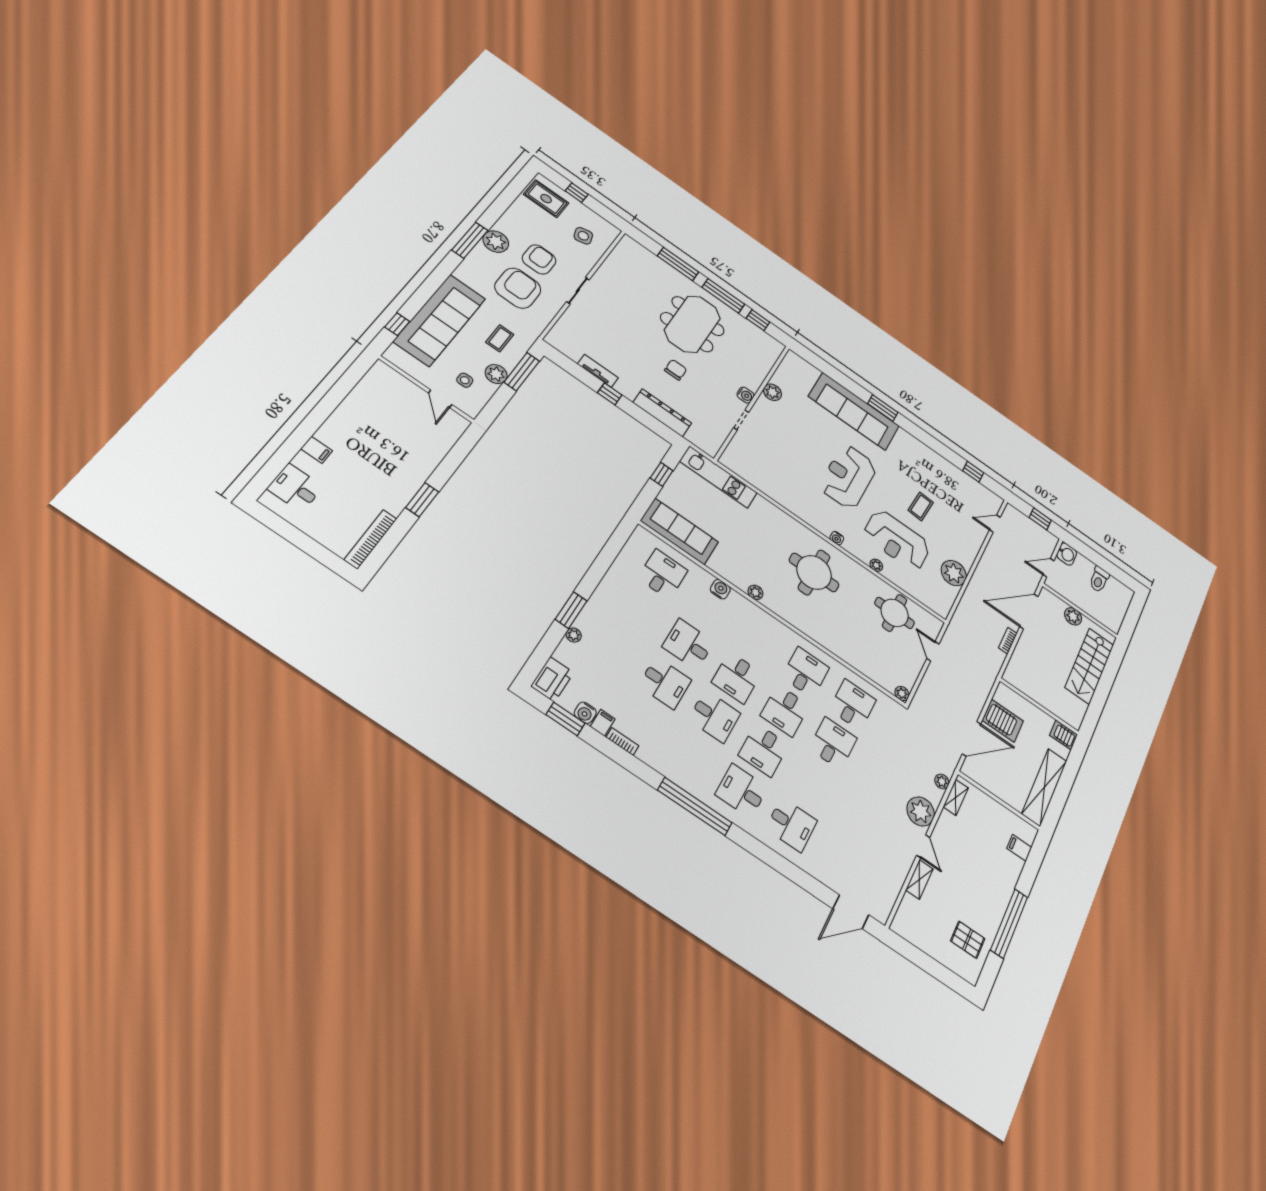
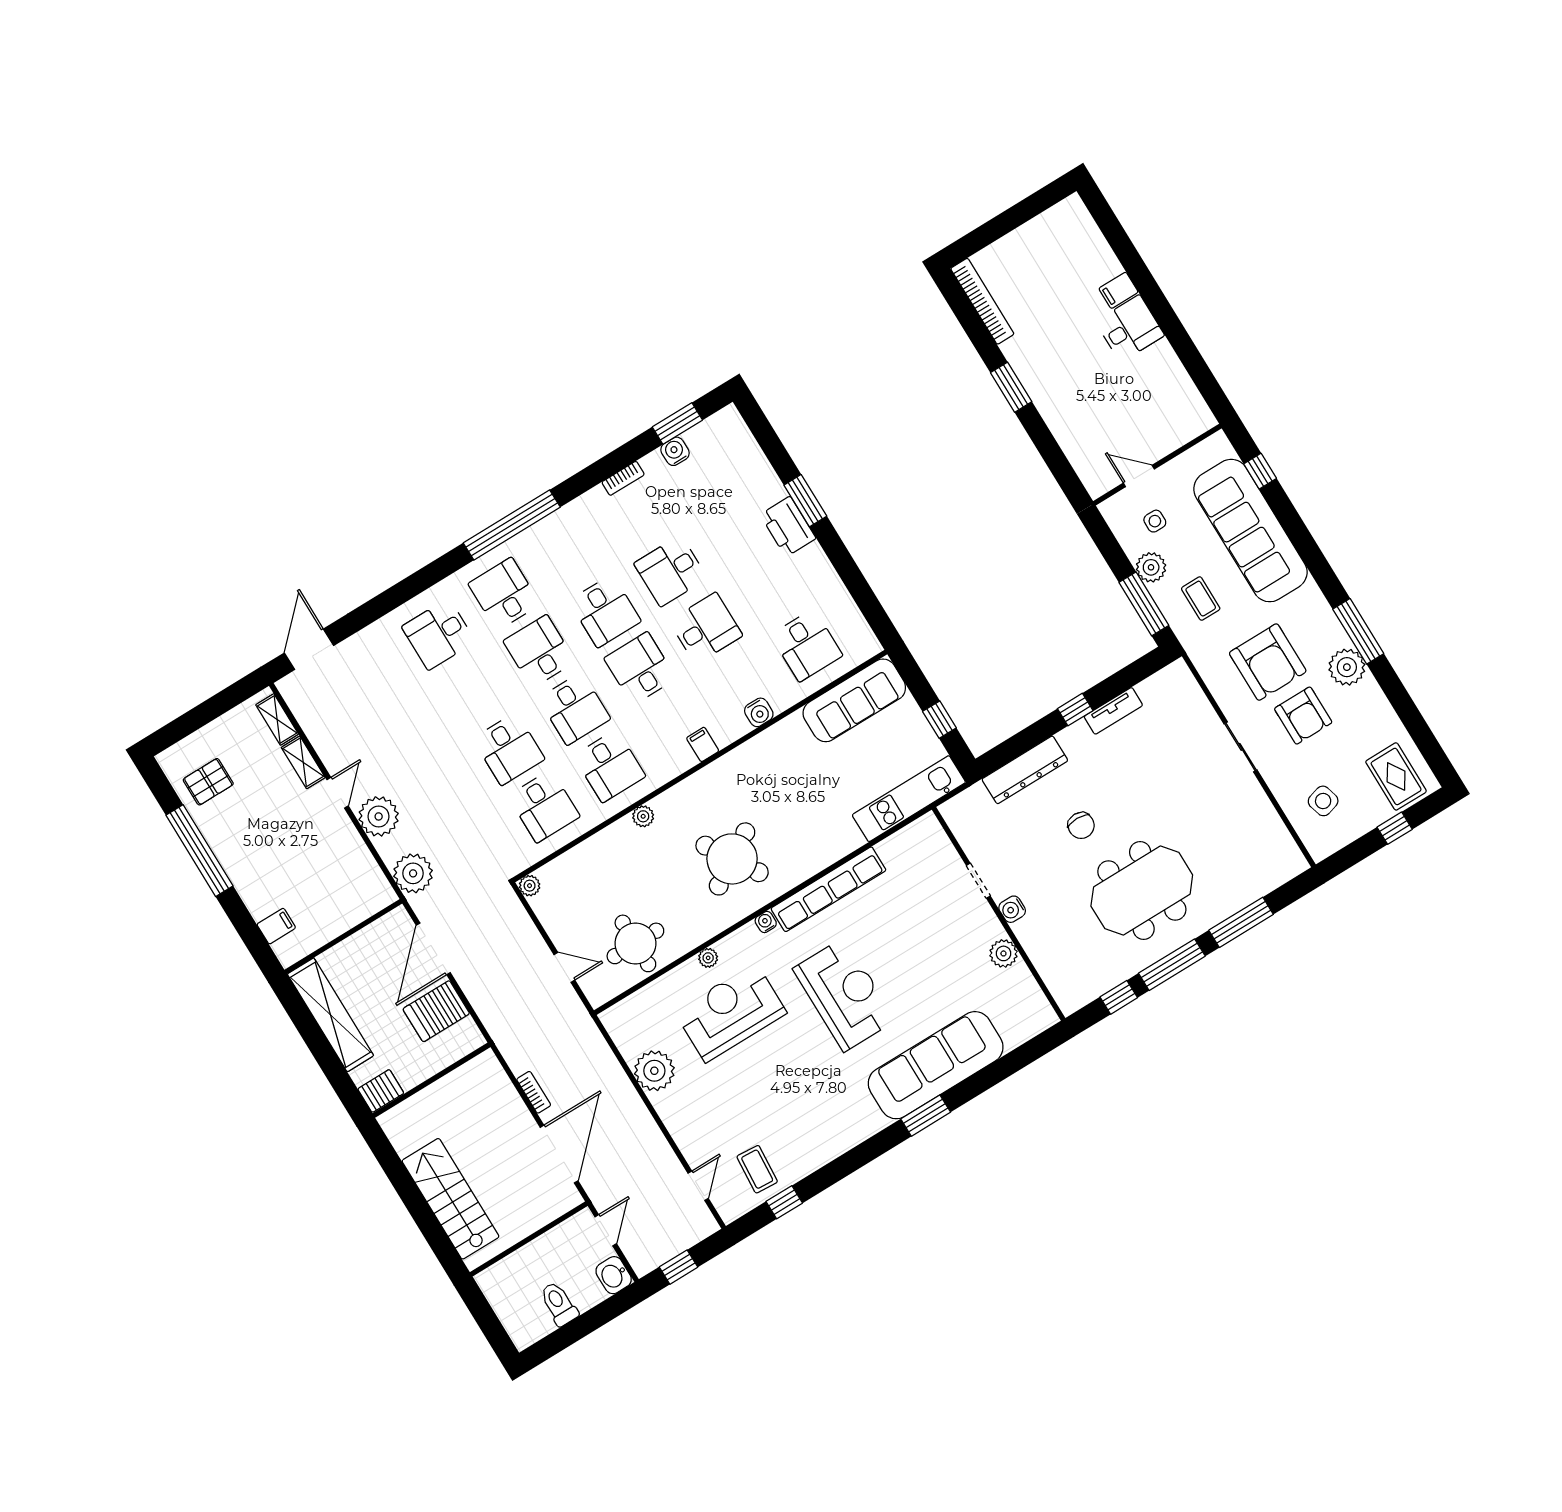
rug: (546, 199) -> (1396, 776), turned 90
meeting table: (692, 324) -> (1142, 891), turned 90
desk: (295, 488) -> (1130, 328), moved
coffee table: (921, 506) -> (757, 1169), moved
row of seats: (797, 507) -> (828, 889), added
round table: (814, 572) -> (732, 859), turned -32
plant: (755, 592) -> (643, 816), moved
plant: (1073, 616) -> (525, 1222), removed
plant: (574, 635) -> (773, 487), removed
printer: (552, 679) -> (788, 527), moved
desk: (785, 710) -> (574, 709), turned 180
desk: (714, 716) -> (605, 611), turned -90
filing cabinet: (603, 723) -> (703, 744), moved, turned 180
plant: (942, 781) -> (413, 873), width x1.88, depth x1.88
desk: (742, 791) -> (504, 594), turned -90
shelving: (956, 797) -> (277, 719), moved
door: (923, 846) -> (338, 793), swing flipped

